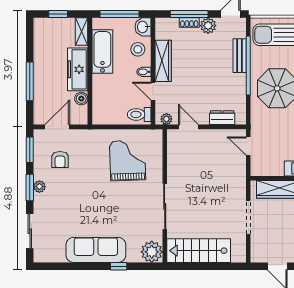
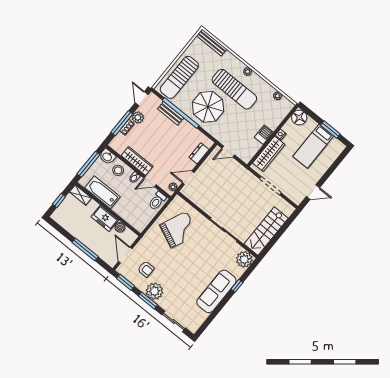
freezer: (78, 69) -> (105, 218), width x0.71
grand piano: (128, 160) -> (179, 230), turned 116
plant: (39, 187) -> (154, 291), width x1.87, depth x1.87

